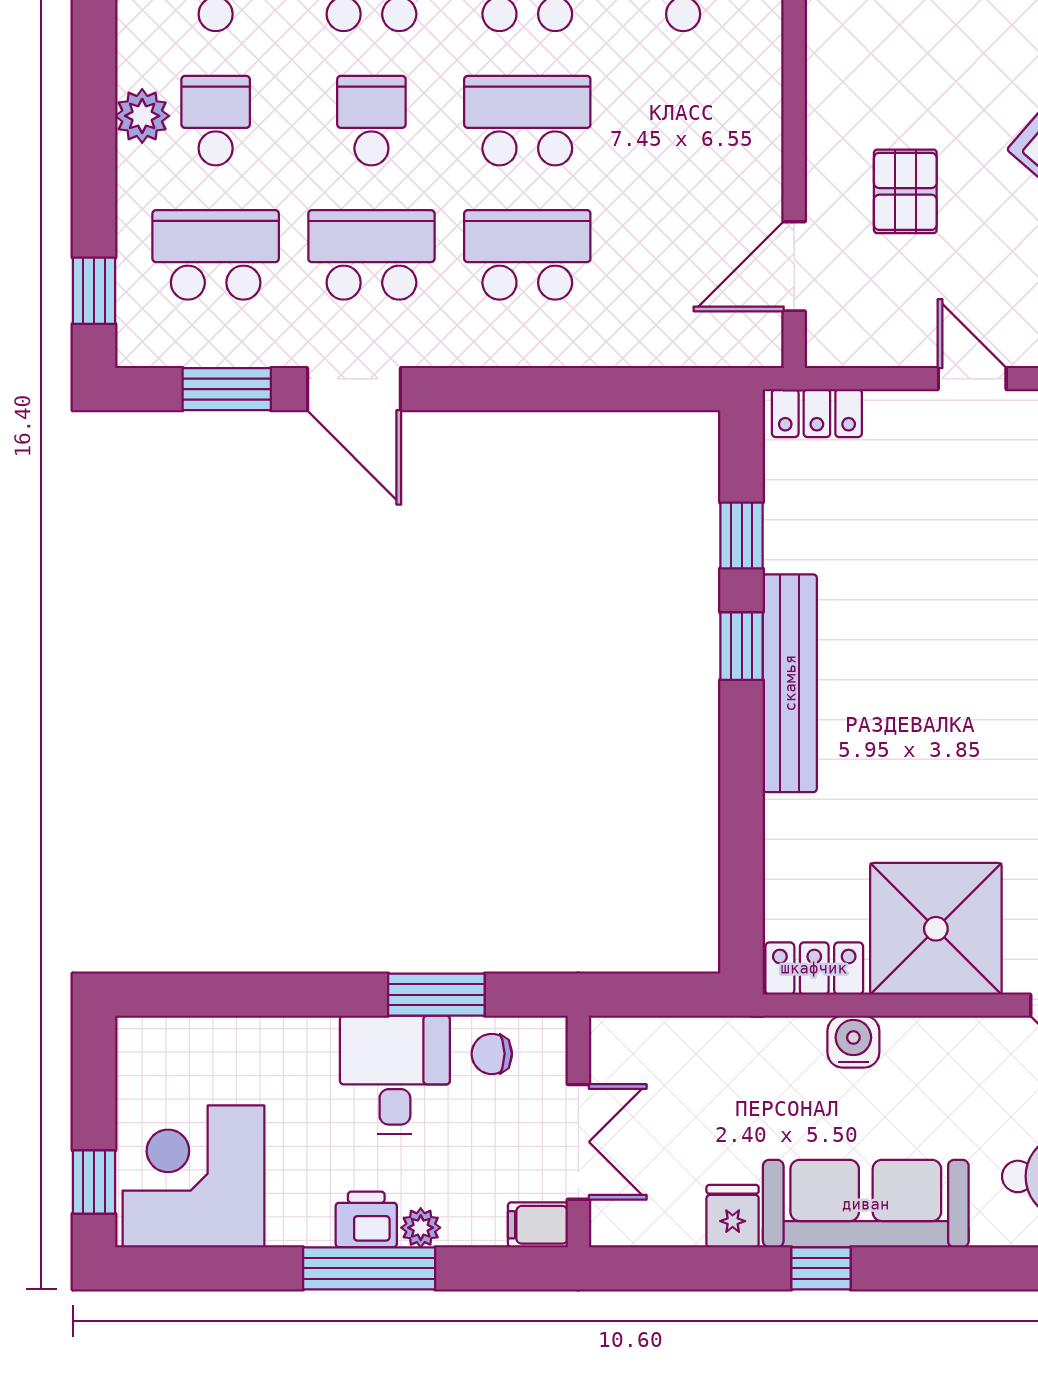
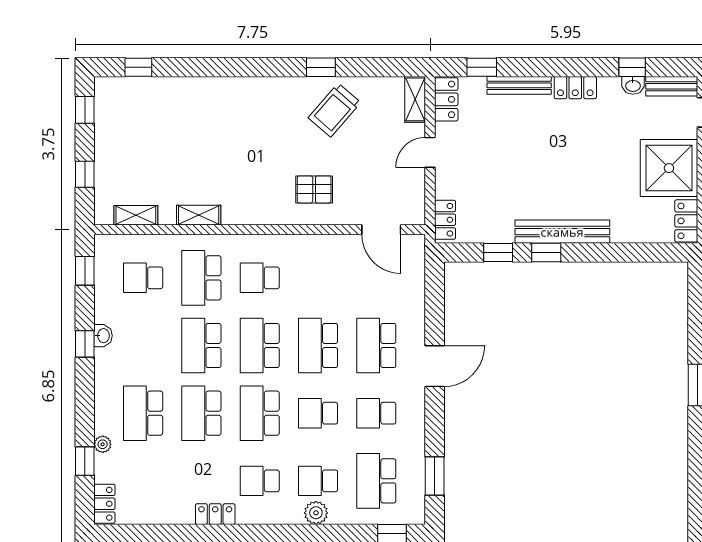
pallet: (905, 191) -> (314, 189), moved
school desk: (371, 255) -> (376, 413), width x0.54
door: (354, 389) -> (435, 366), moved

